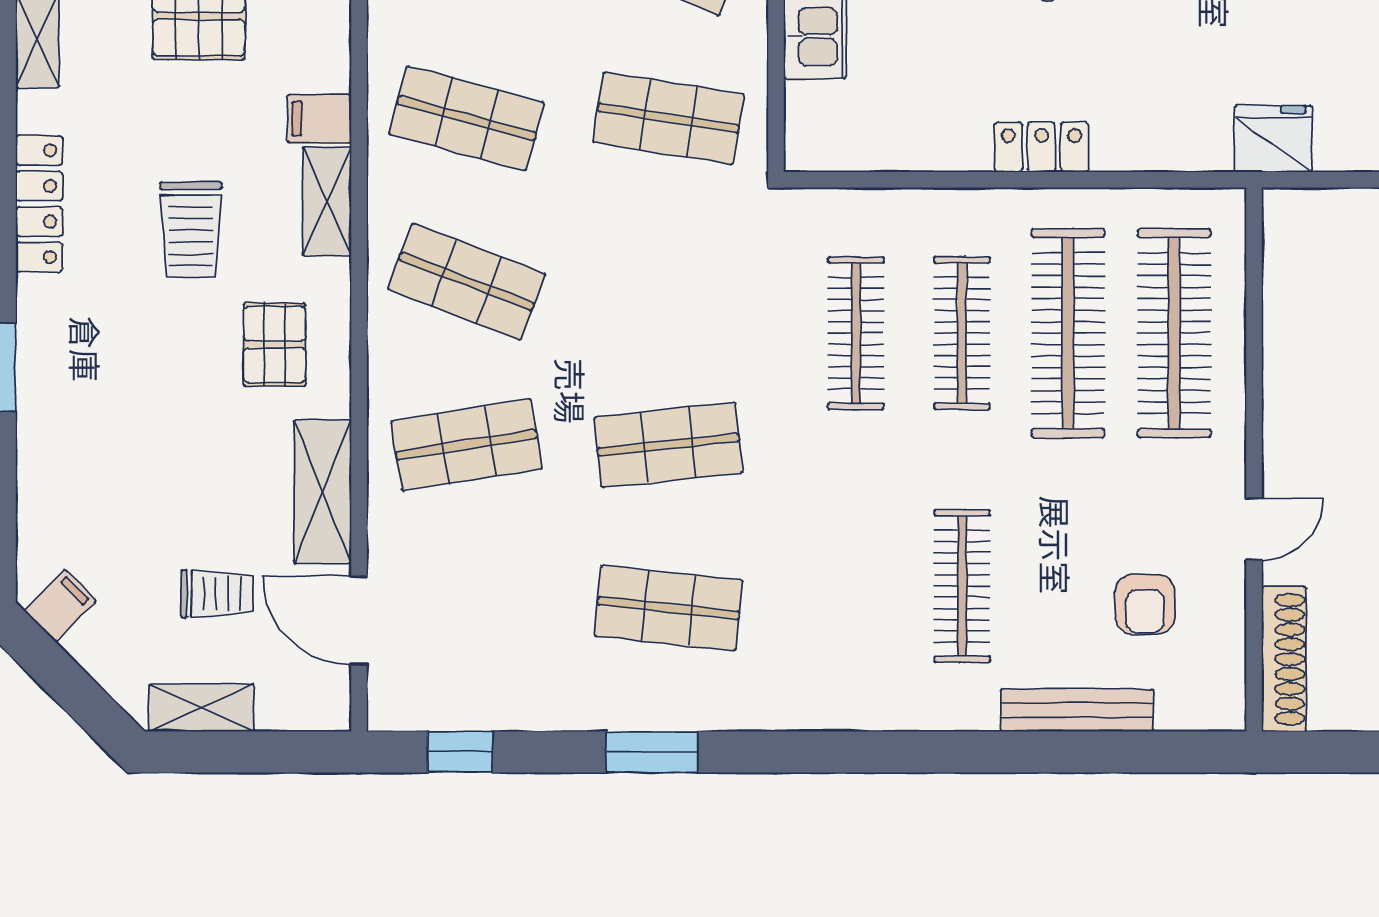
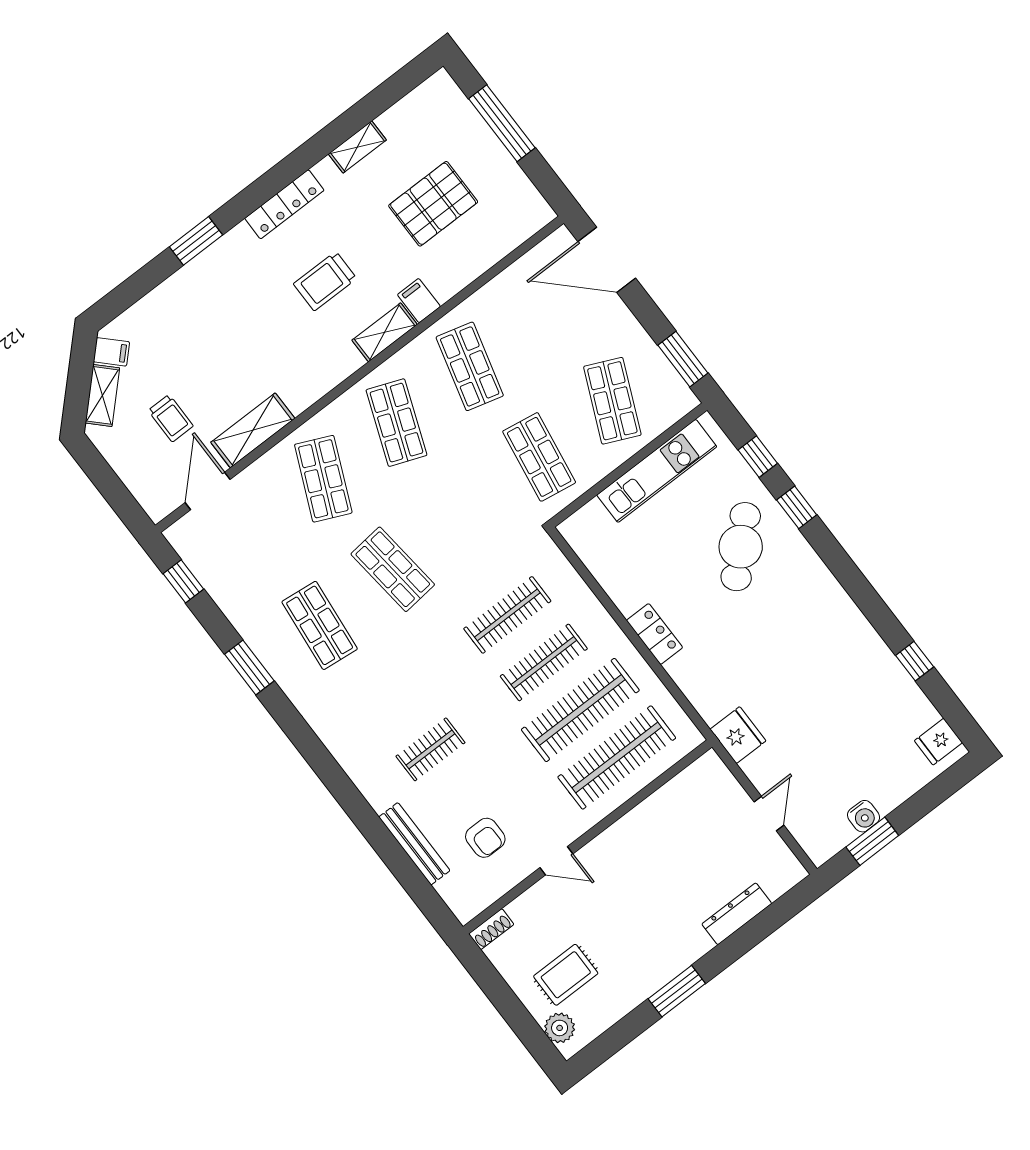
pallet: (275, 345) -> (302, 358), removed
shop shelf: (466, 445) -> (323, 479), turned 33
clothes rail: (962, 586) -> (430, 749), width x0.73
armchair: (1145, 604) -> (485, 838), turned -90
shoe rack: (1284, 659) -> (491, 929), width x0.51, depth x0.81
shelving: (202, 708) -> (102, 395), moved, turned 45

